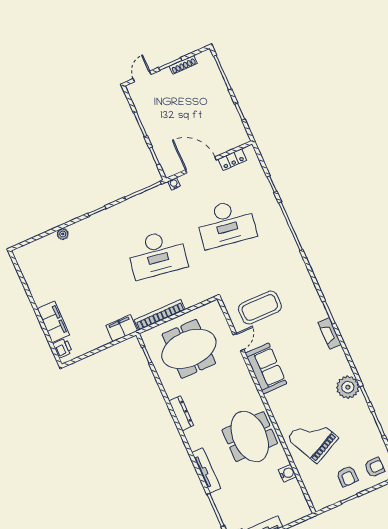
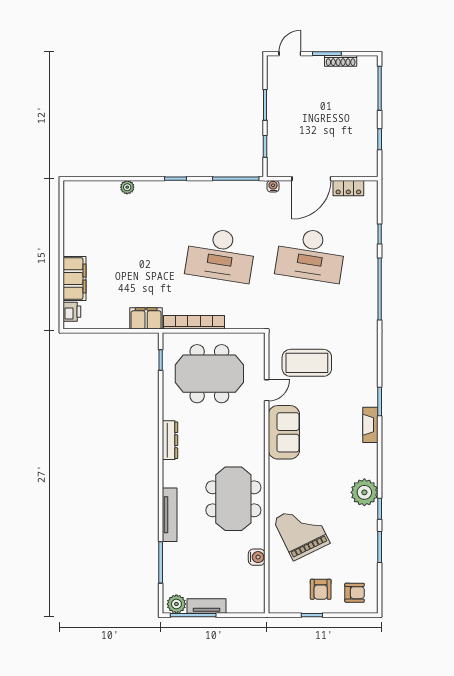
door: (201, 165) -> (311, 179), swing flipped

